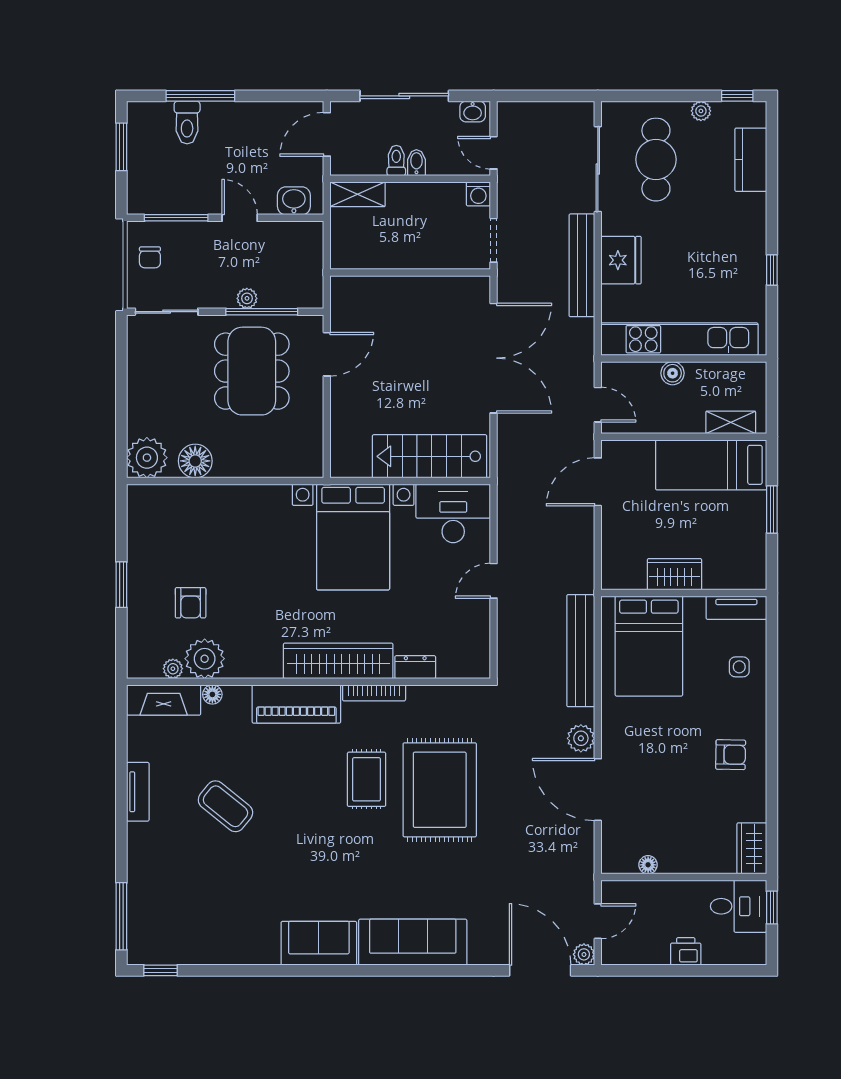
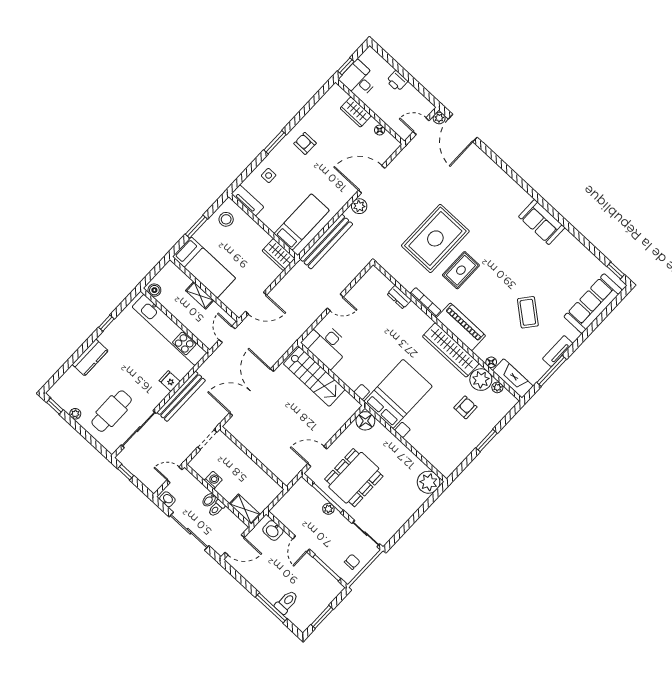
window: (562, 96) -> (126, 472), added
door: (494, 153) -> (174, 475), swing flipped
kitchen counter: (751, 160) -> (90, 357), moved
washing machine: (478, 194) -> (213, 480), moved
fridge: (621, 260) -> (170, 381), width x0.53, depth x0.75
boiler: (673, 373) -> (154, 290), moved
shelving: (731, 422) -> (200, 295), moved
floor lamp: (195, 461) -> (365, 421), moved
bed with nightstands: (353, 537) -> (398, 394), moved
stool: (741, 556) -> (226, 219), added
wardrobe: (674, 574) -> (279, 255), moved
bed: (649, 646) -> (302, 222), width x0.67
wardrobe: (338, 661) -> (451, 350), moved
window: (772, 719) -> (275, 142), added
door: (598, 790) -> (372, 179), swing flipped
wardrobe: (752, 848) -> (356, 112), moved, turned 90
window: (121, 916) -> (552, 371), moved
sofa: (413, 942) -> (593, 304), moved, turned 90

